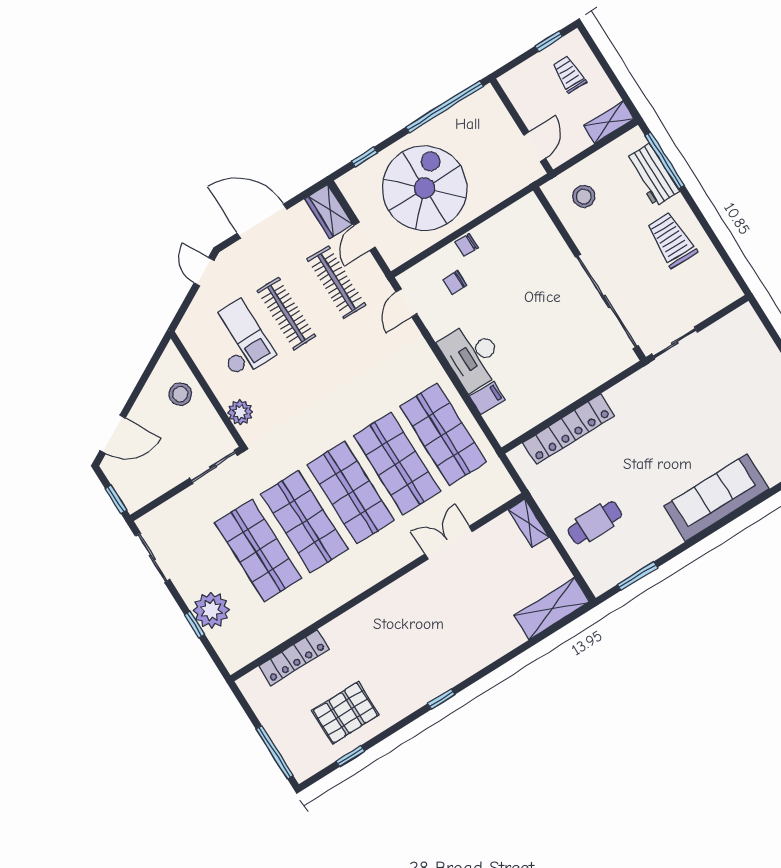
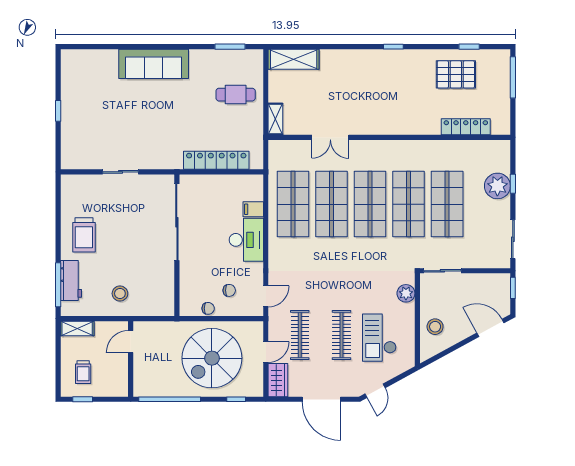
wall: (589, 274) -> (177, 245), moved
sliding door: (607, 301) -> (177, 222), moved

